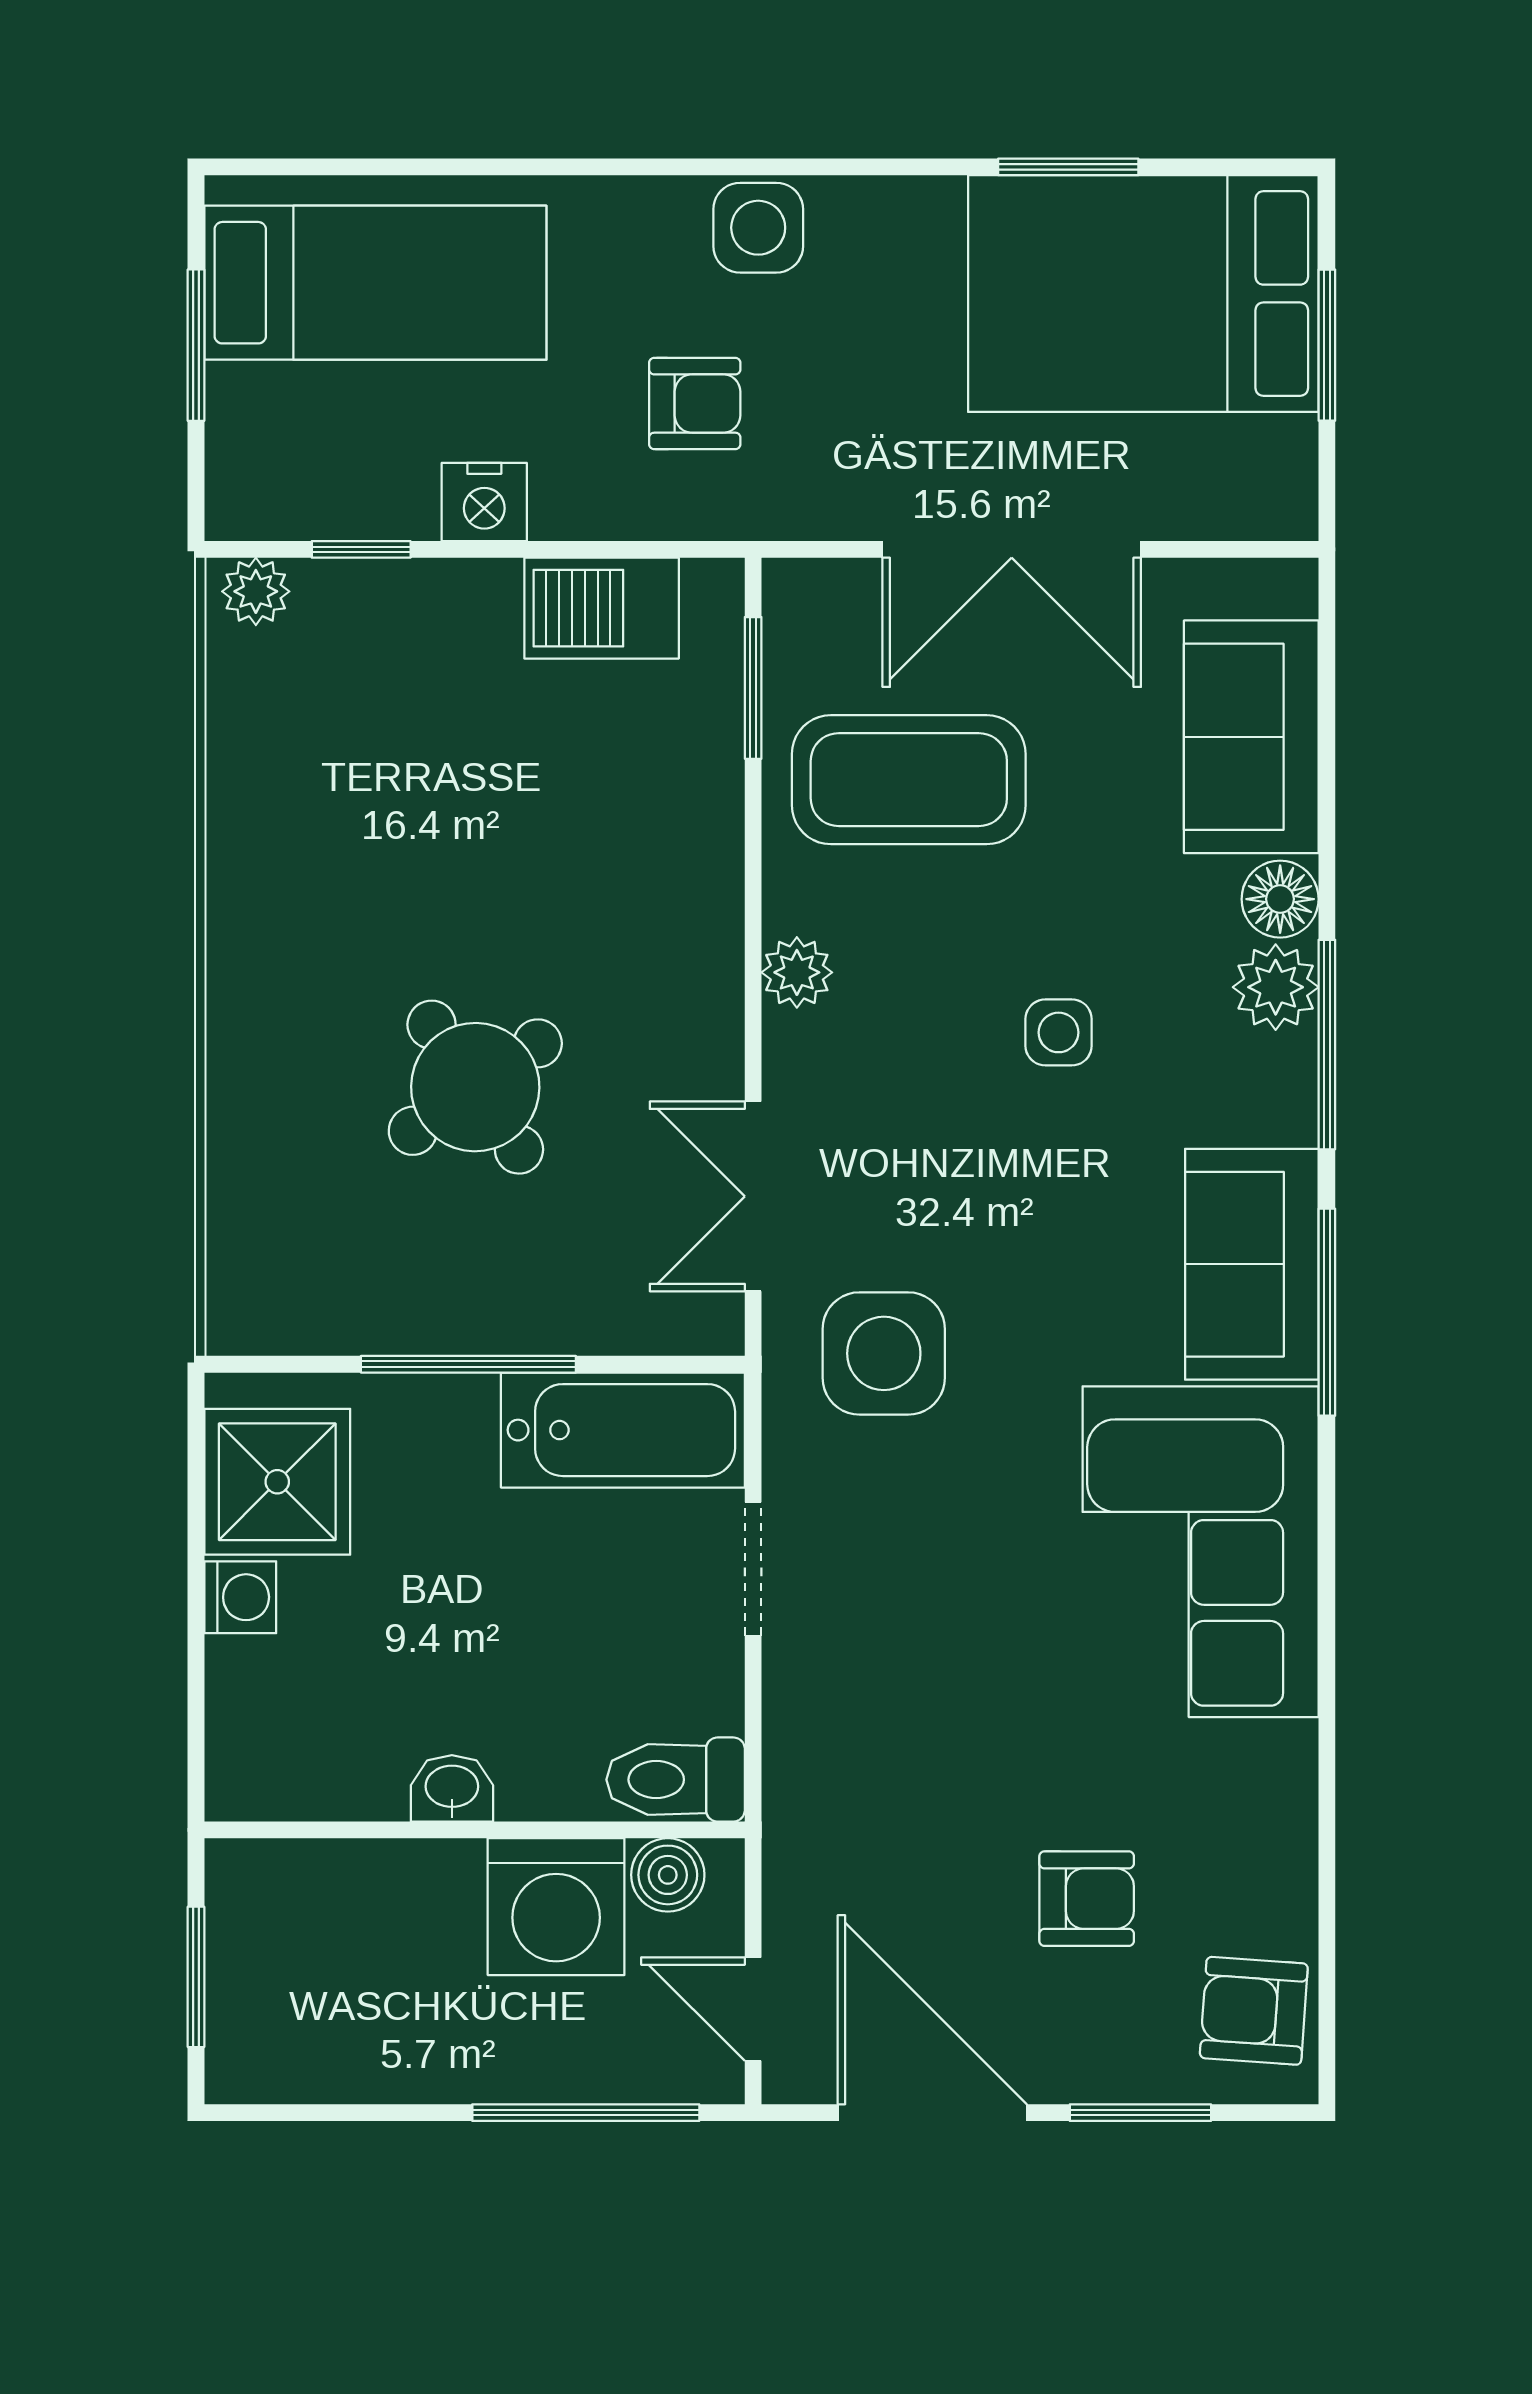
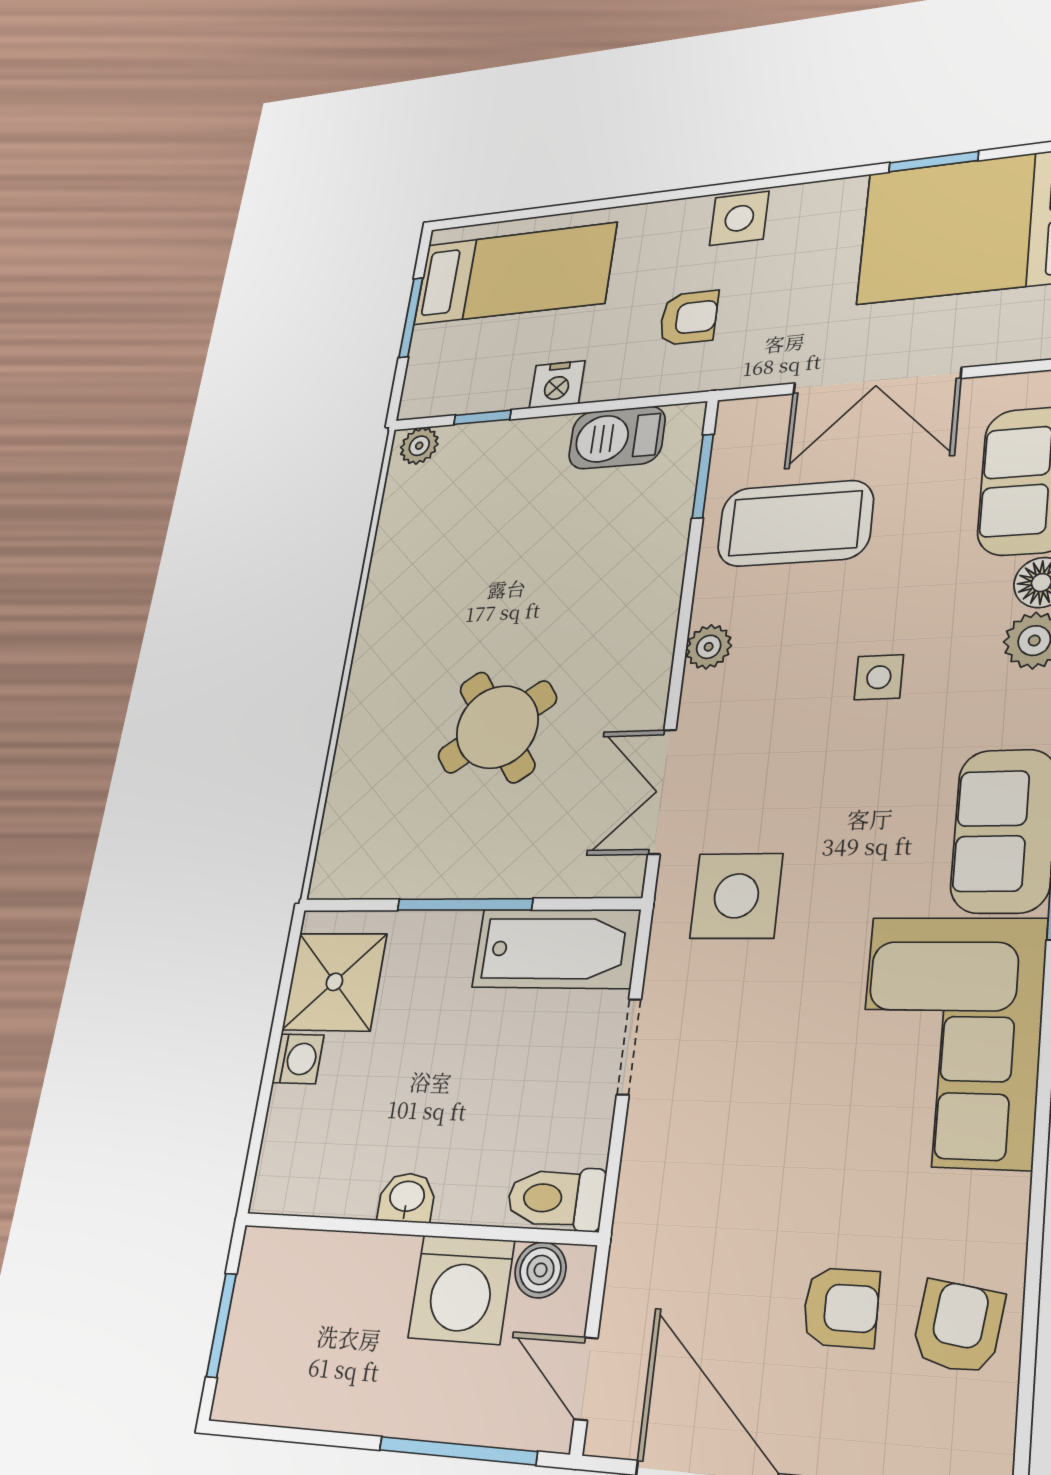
armchair: (1254, 2011) -> (958, 1327), moved, turned 94

